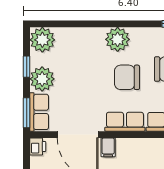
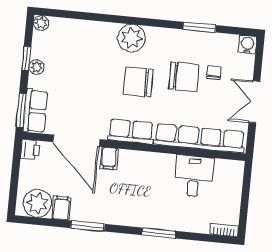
plant: (42, 40) -> (41, 23), width x0.53, depth x0.53
plant: (42, 79) -> (37, 67), width x0.53, depth x0.53

